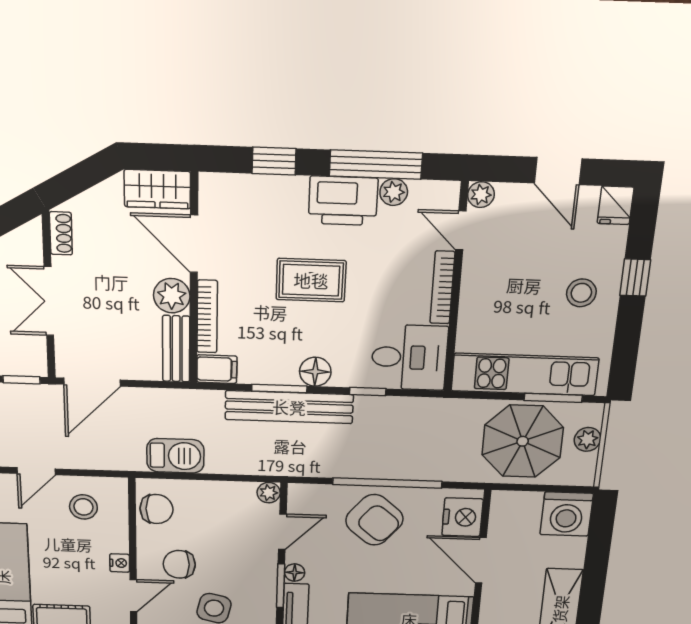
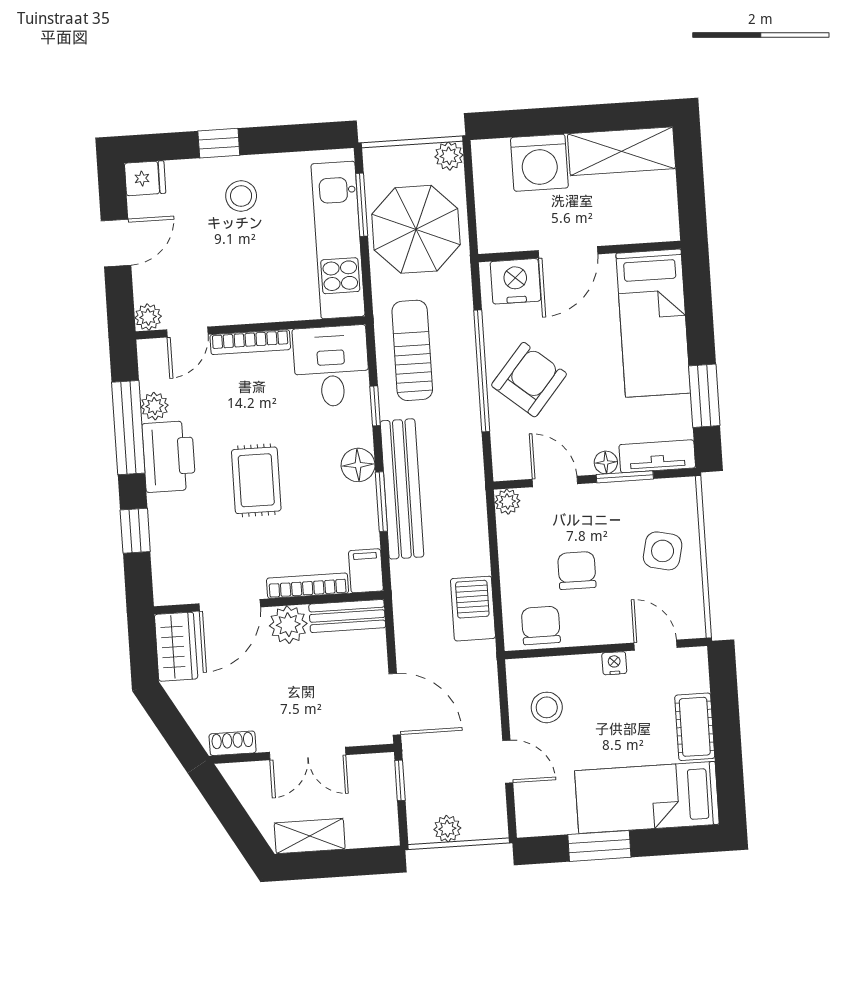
sun lounger: (414, 428) -> (412, 350), added
plant: (588, 439) -> (449, 156), moved
washing machine: (567, 514) -> (539, 163), moved, turned 90
chair: (179, 564) -> (577, 570), moved, turned 180

